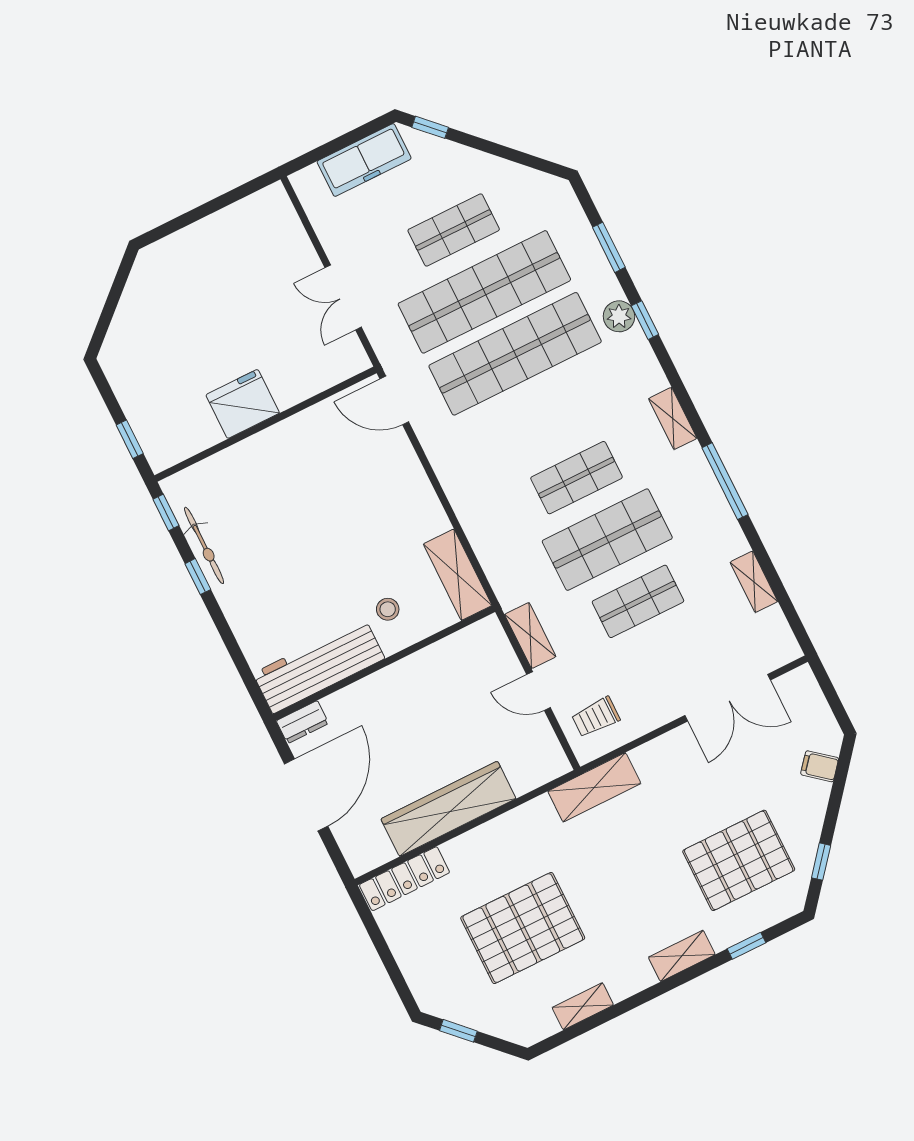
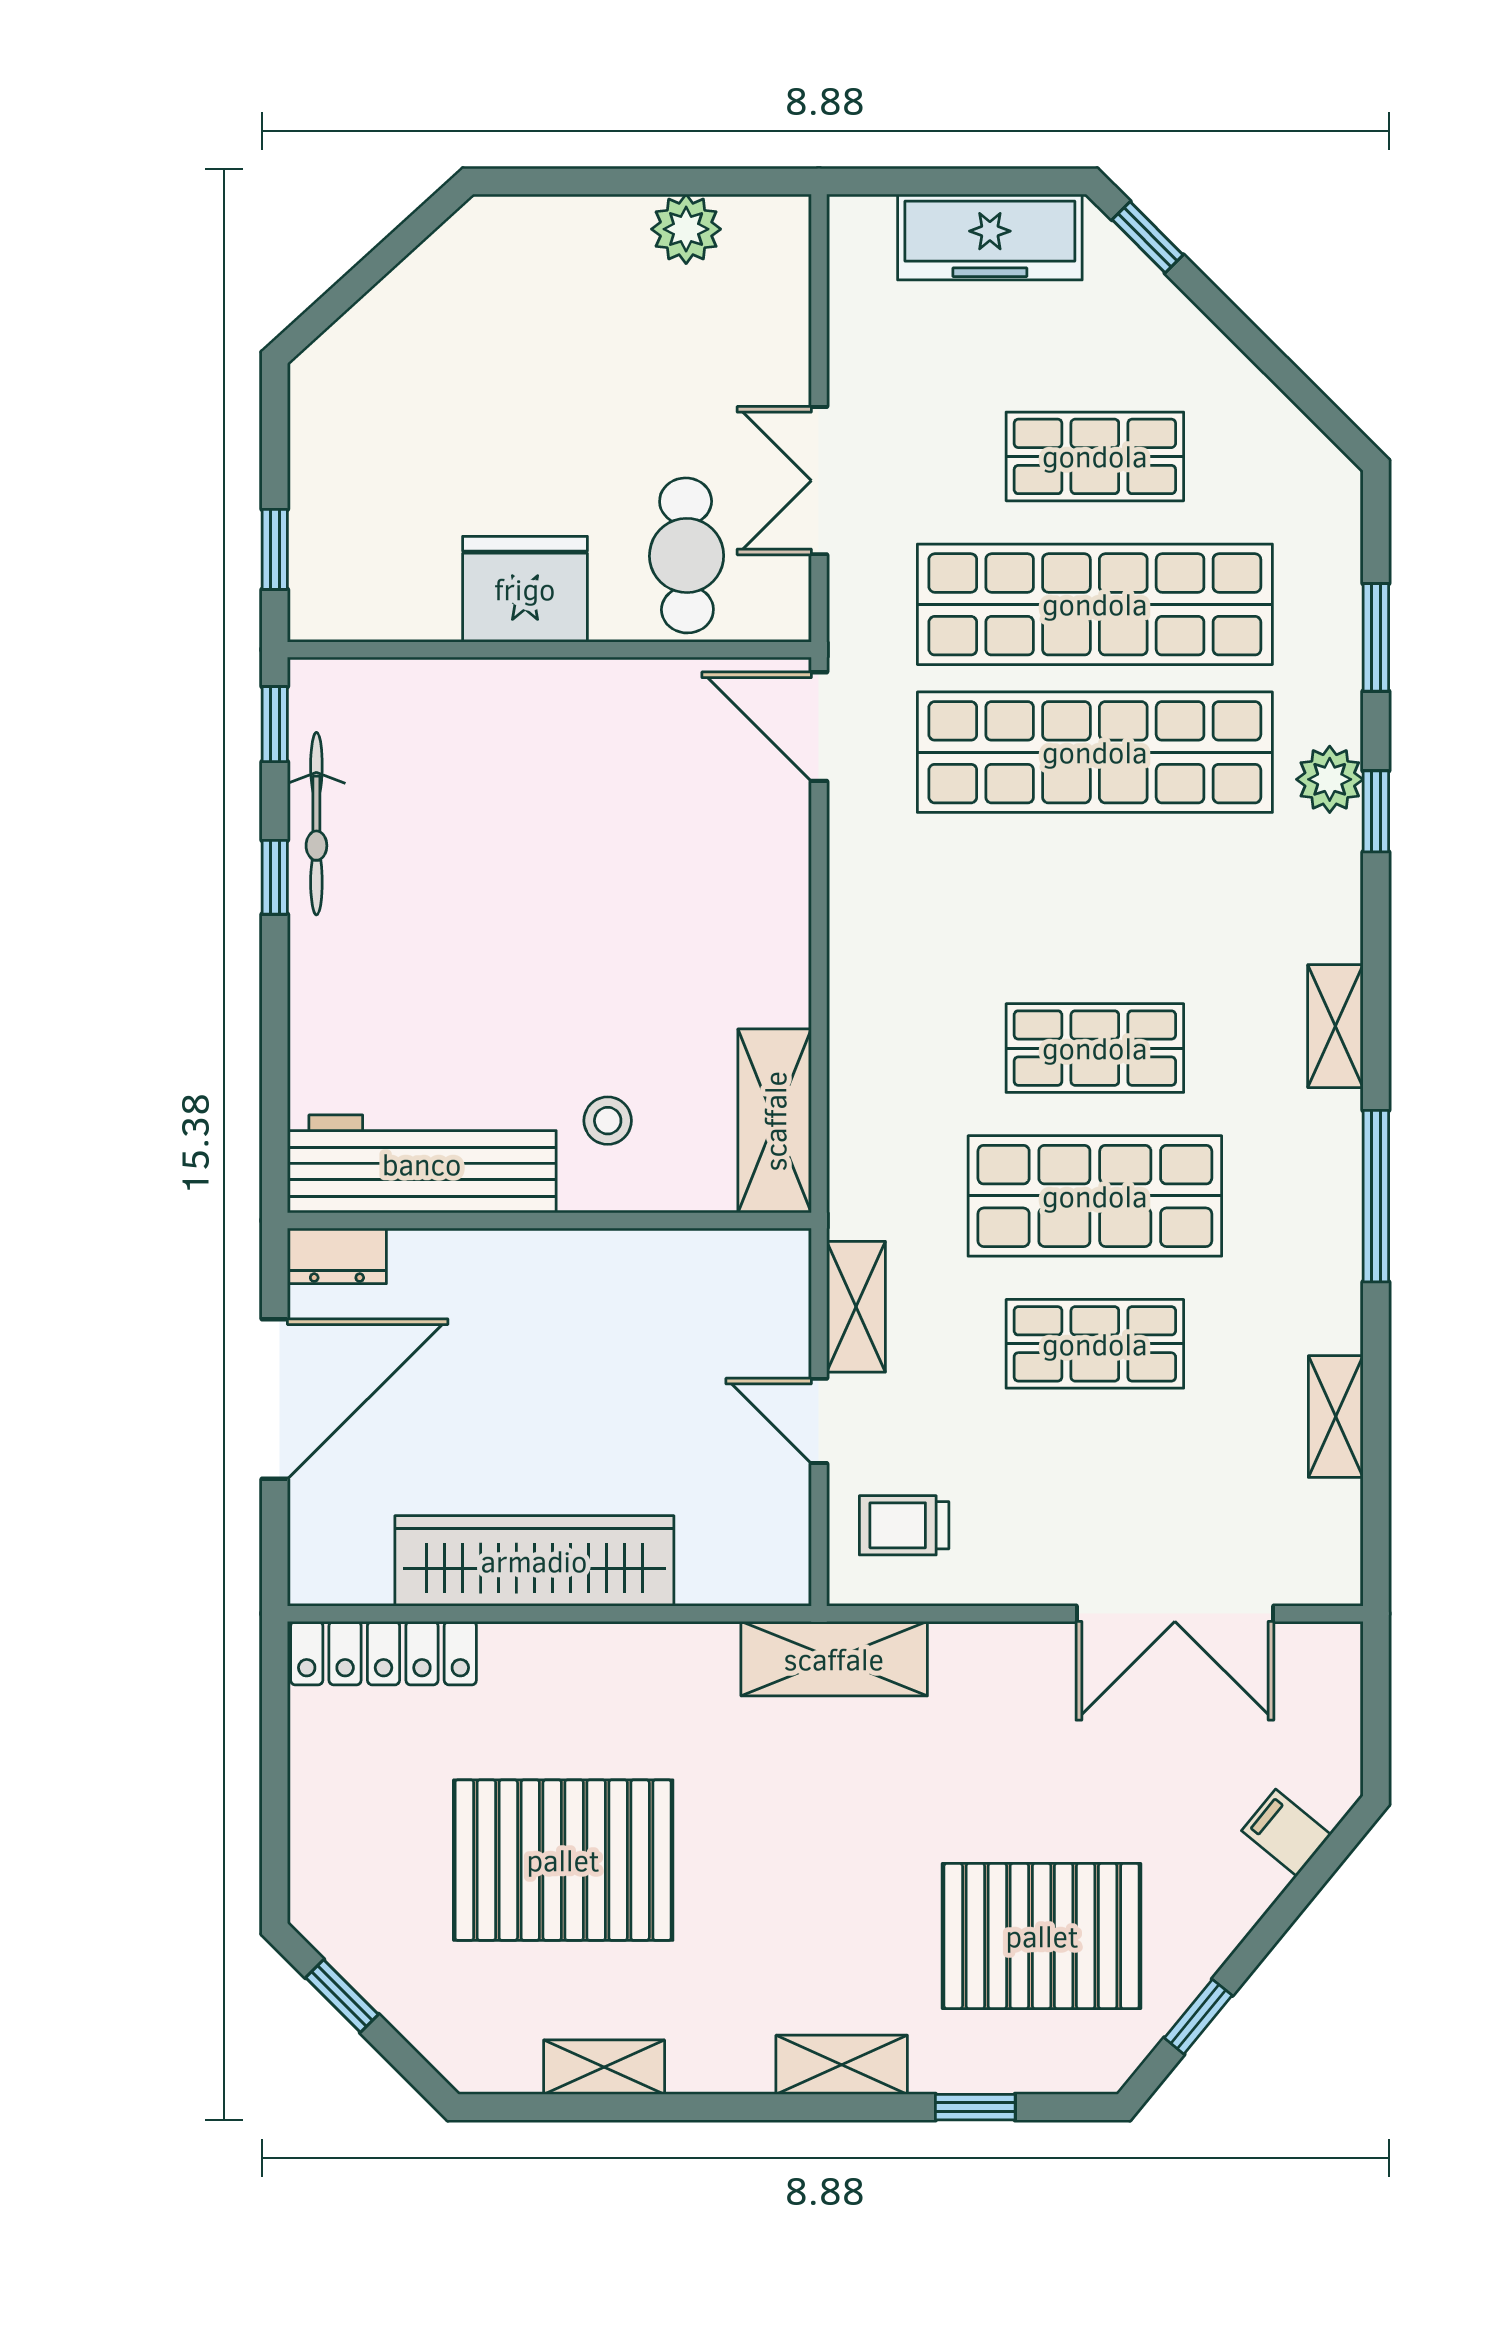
plant: (235, 220) -> (686, 229), added
cafe table: (303, 356) -> (687, 555), added

